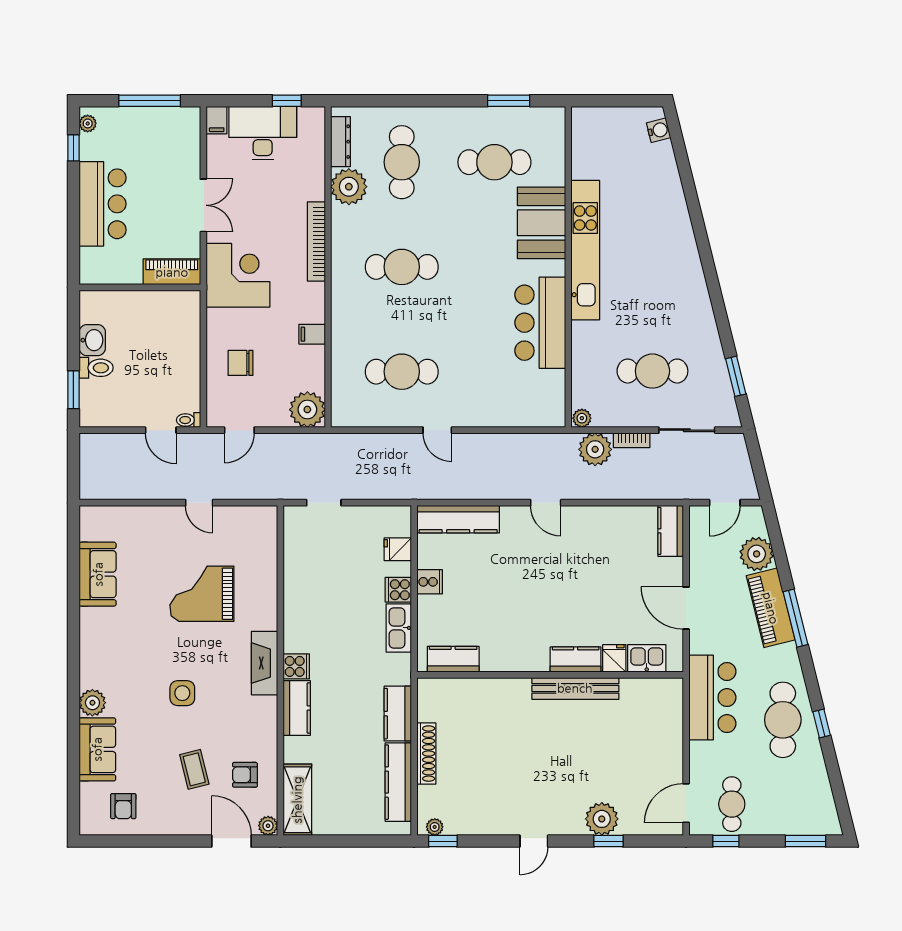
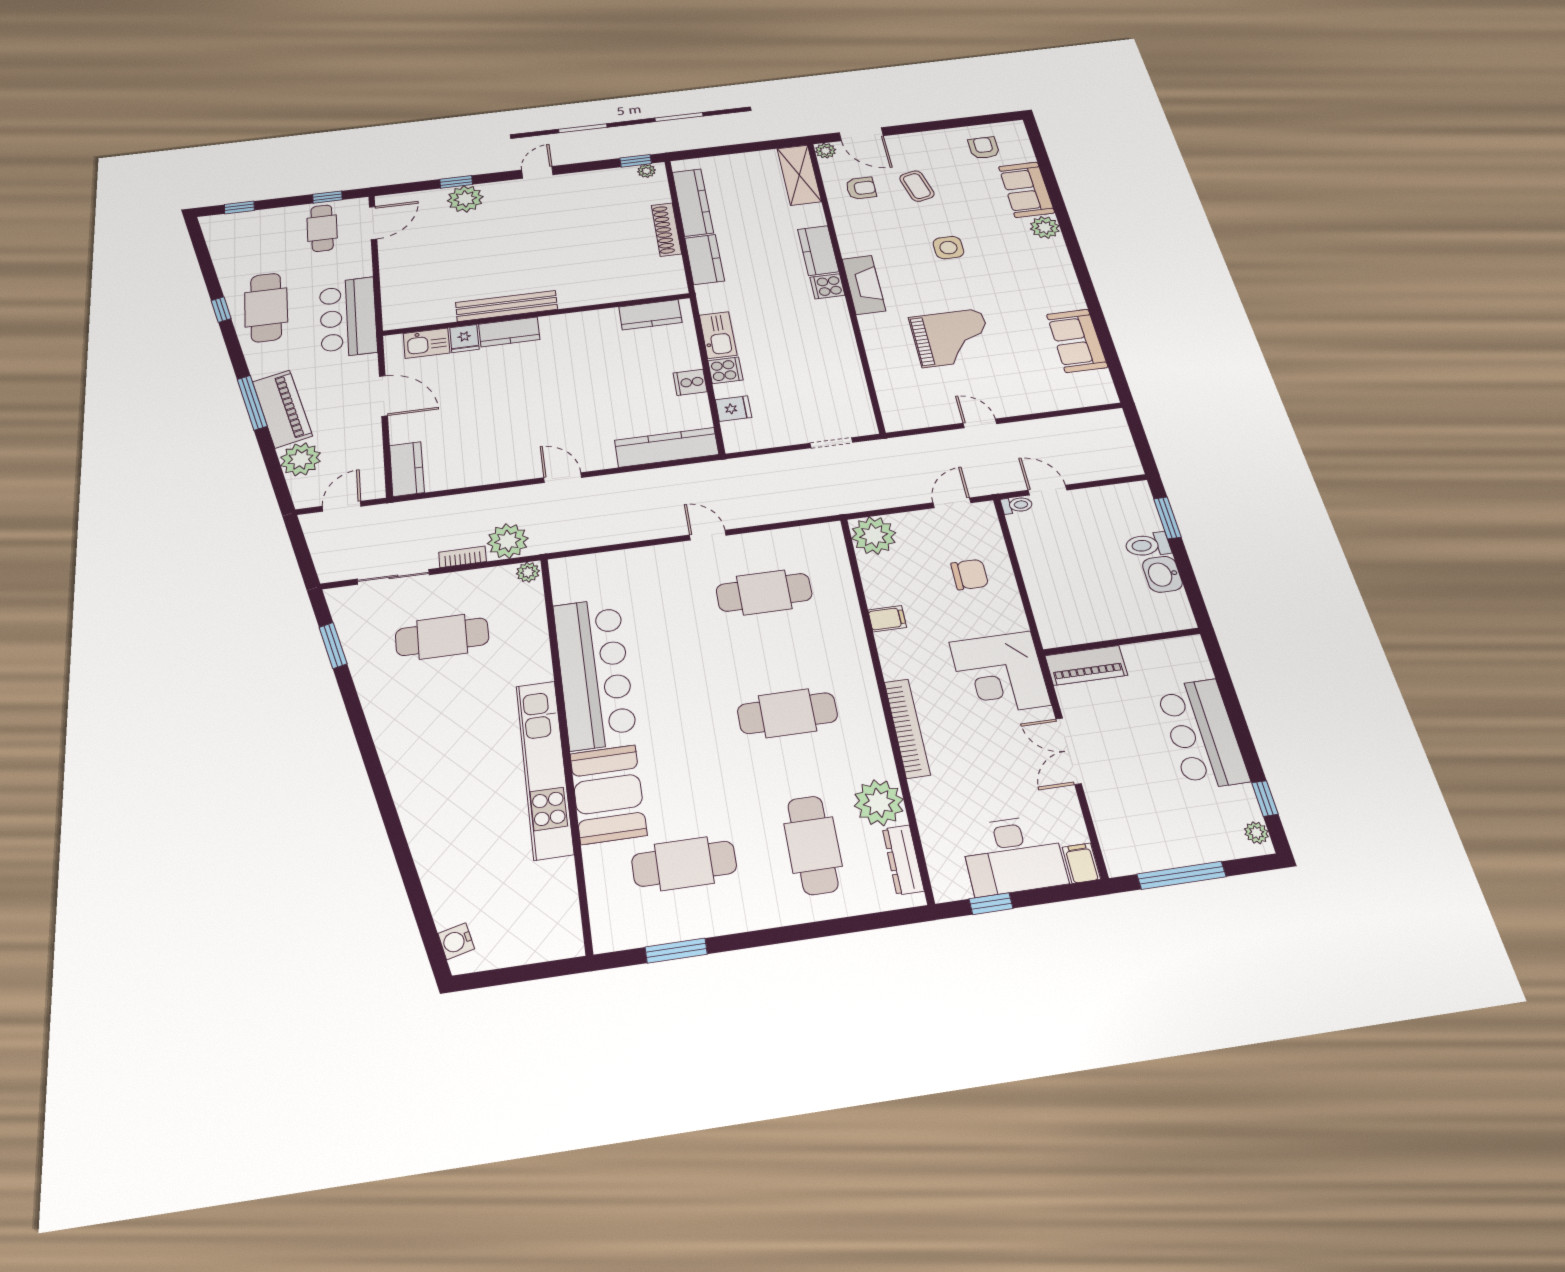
bar counter: (540, 323) -> (594, 672), width x1.36
window: (805, 841) -> (239, 207), width x0.67

